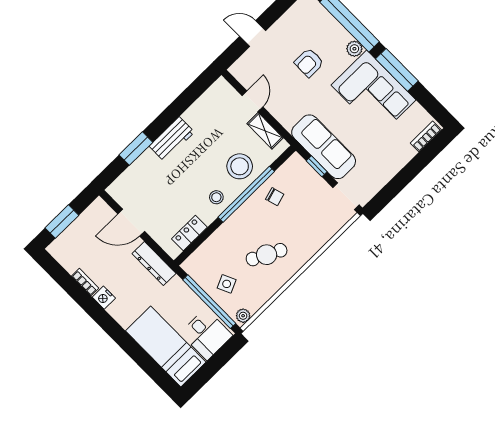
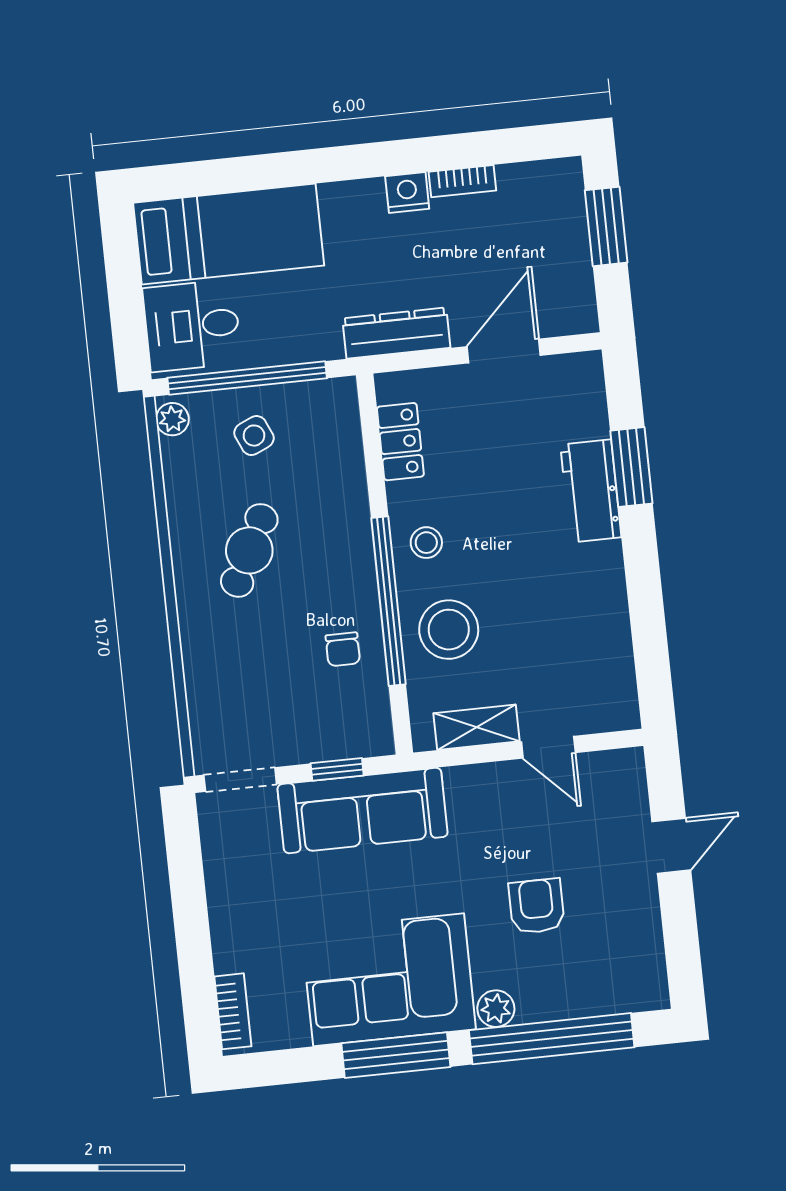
workbench: (172, 139) -> (591, 491), moved
chair: (275, 197) -> (343, 649), turned -74

